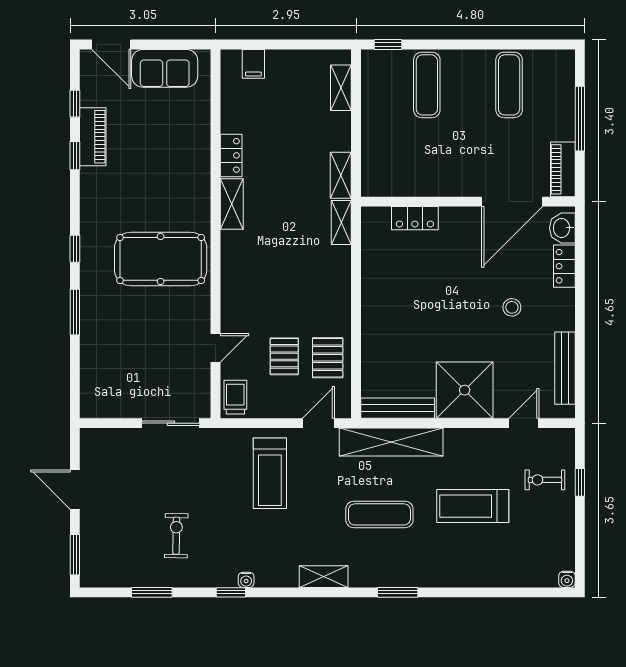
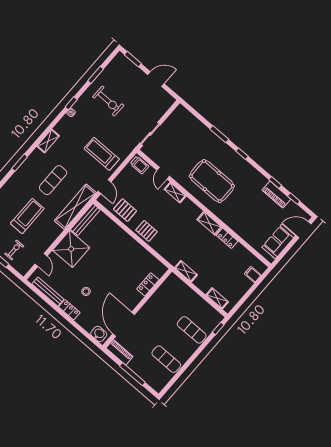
shelving: (341, 222) -> (175, 193), moved
pool table: (161, 259) -> (212, 181), turned 90
locker: (564, 266) -> (69, 310), moved
pallet: (284, 356) -> (146, 231), moved
exercise bike: (176, 536) -> (108, 101), width x1.38, depth x1.39

